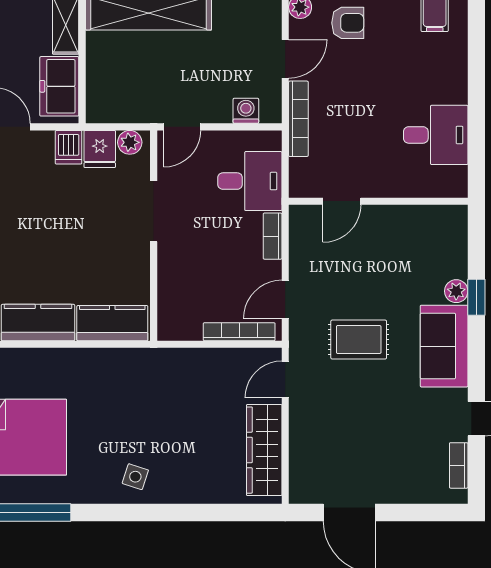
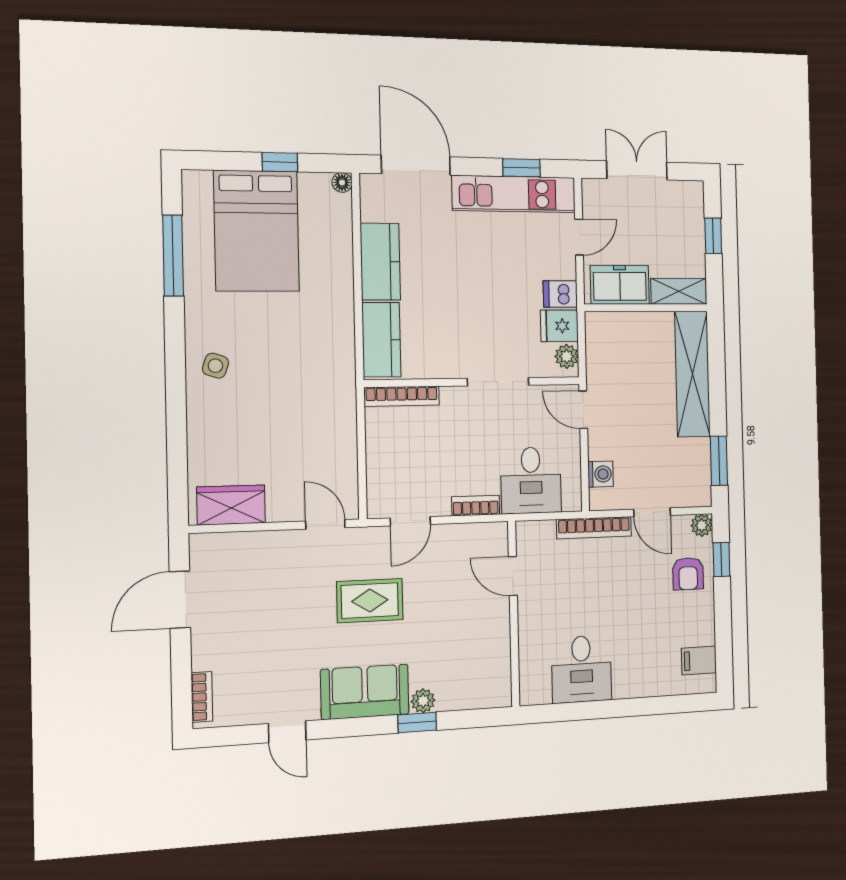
door: (285, 300) -> (410, 521), swing flipped
bookcase: (239, 332) -> (402, 396), moved, turned 90
rug: (359, 340) -> (370, 601), turned 90
wardrobe: (264, 450) -> (231, 505), width x0.67
bookcase: (459, 465) -> (202, 697), moved, turned 90

